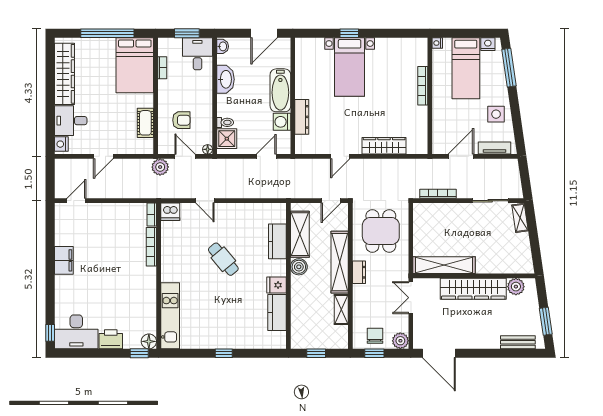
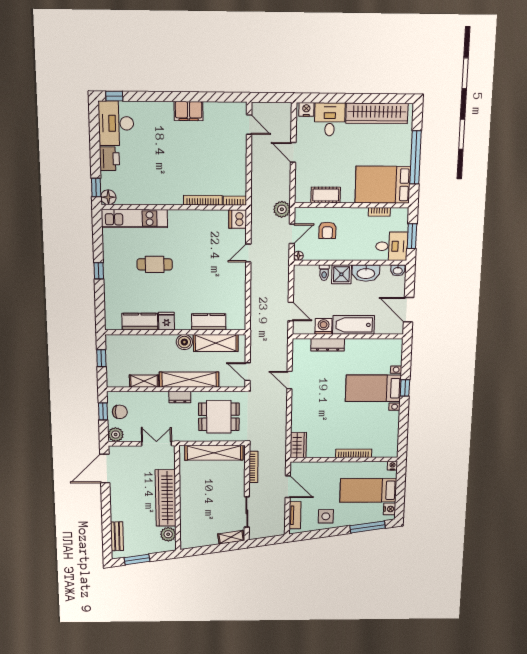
shower: (227, 139) -> (341, 274), moved
wardrobe: (384, 146) -> (298, 445), moved, width x0.67
cafe table: (223, 259) -> (155, 264), moved, turned 40
shelving: (444, 265) -> (214, 453), moved, turned 90

